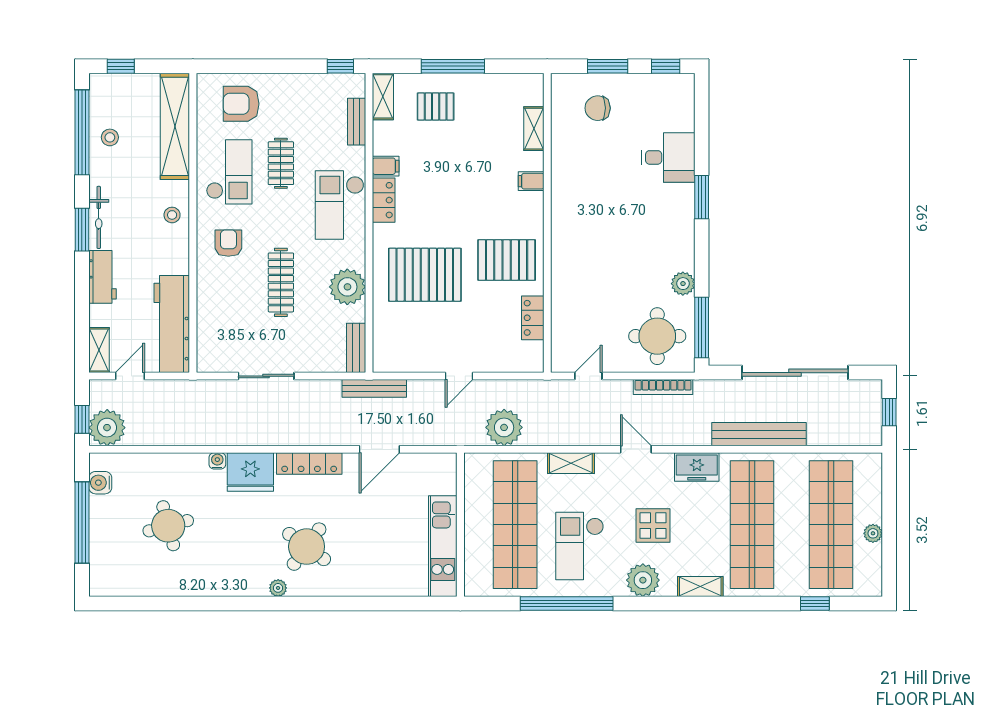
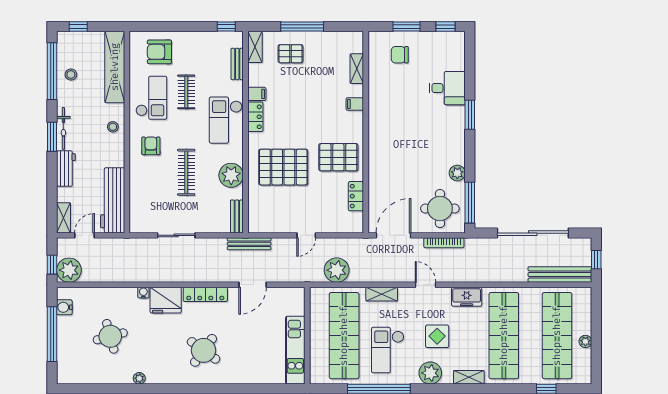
door: (588, 376) -> (393, 235), width x1.88
bench: (759, 434) -> (560, 275), moved
plant: (278, 588) -> (139, 378), moved

